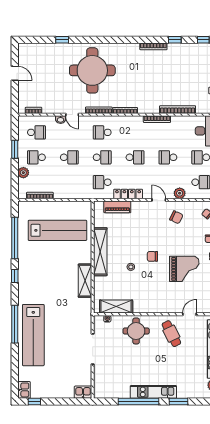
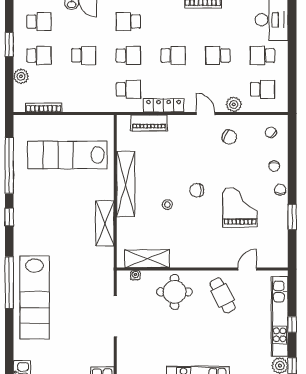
school desk: (36, 157) -> (39, 55), turned 180
school desk: (102, 182) -> (128, 89), turned 180
lab bench: (57, 230) -> (67, 155), turned 180
grand piano: (184, 269) -> (240, 207), turned -90

